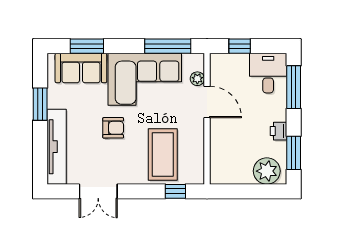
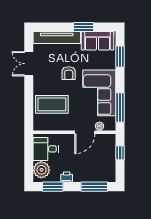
sofa: (81, 68) -> (97, 41), moved, turned -90
desk: (268, 73) -> (46, 149), moved, turned 180
window: (175, 191) -> (29, 112), removed

